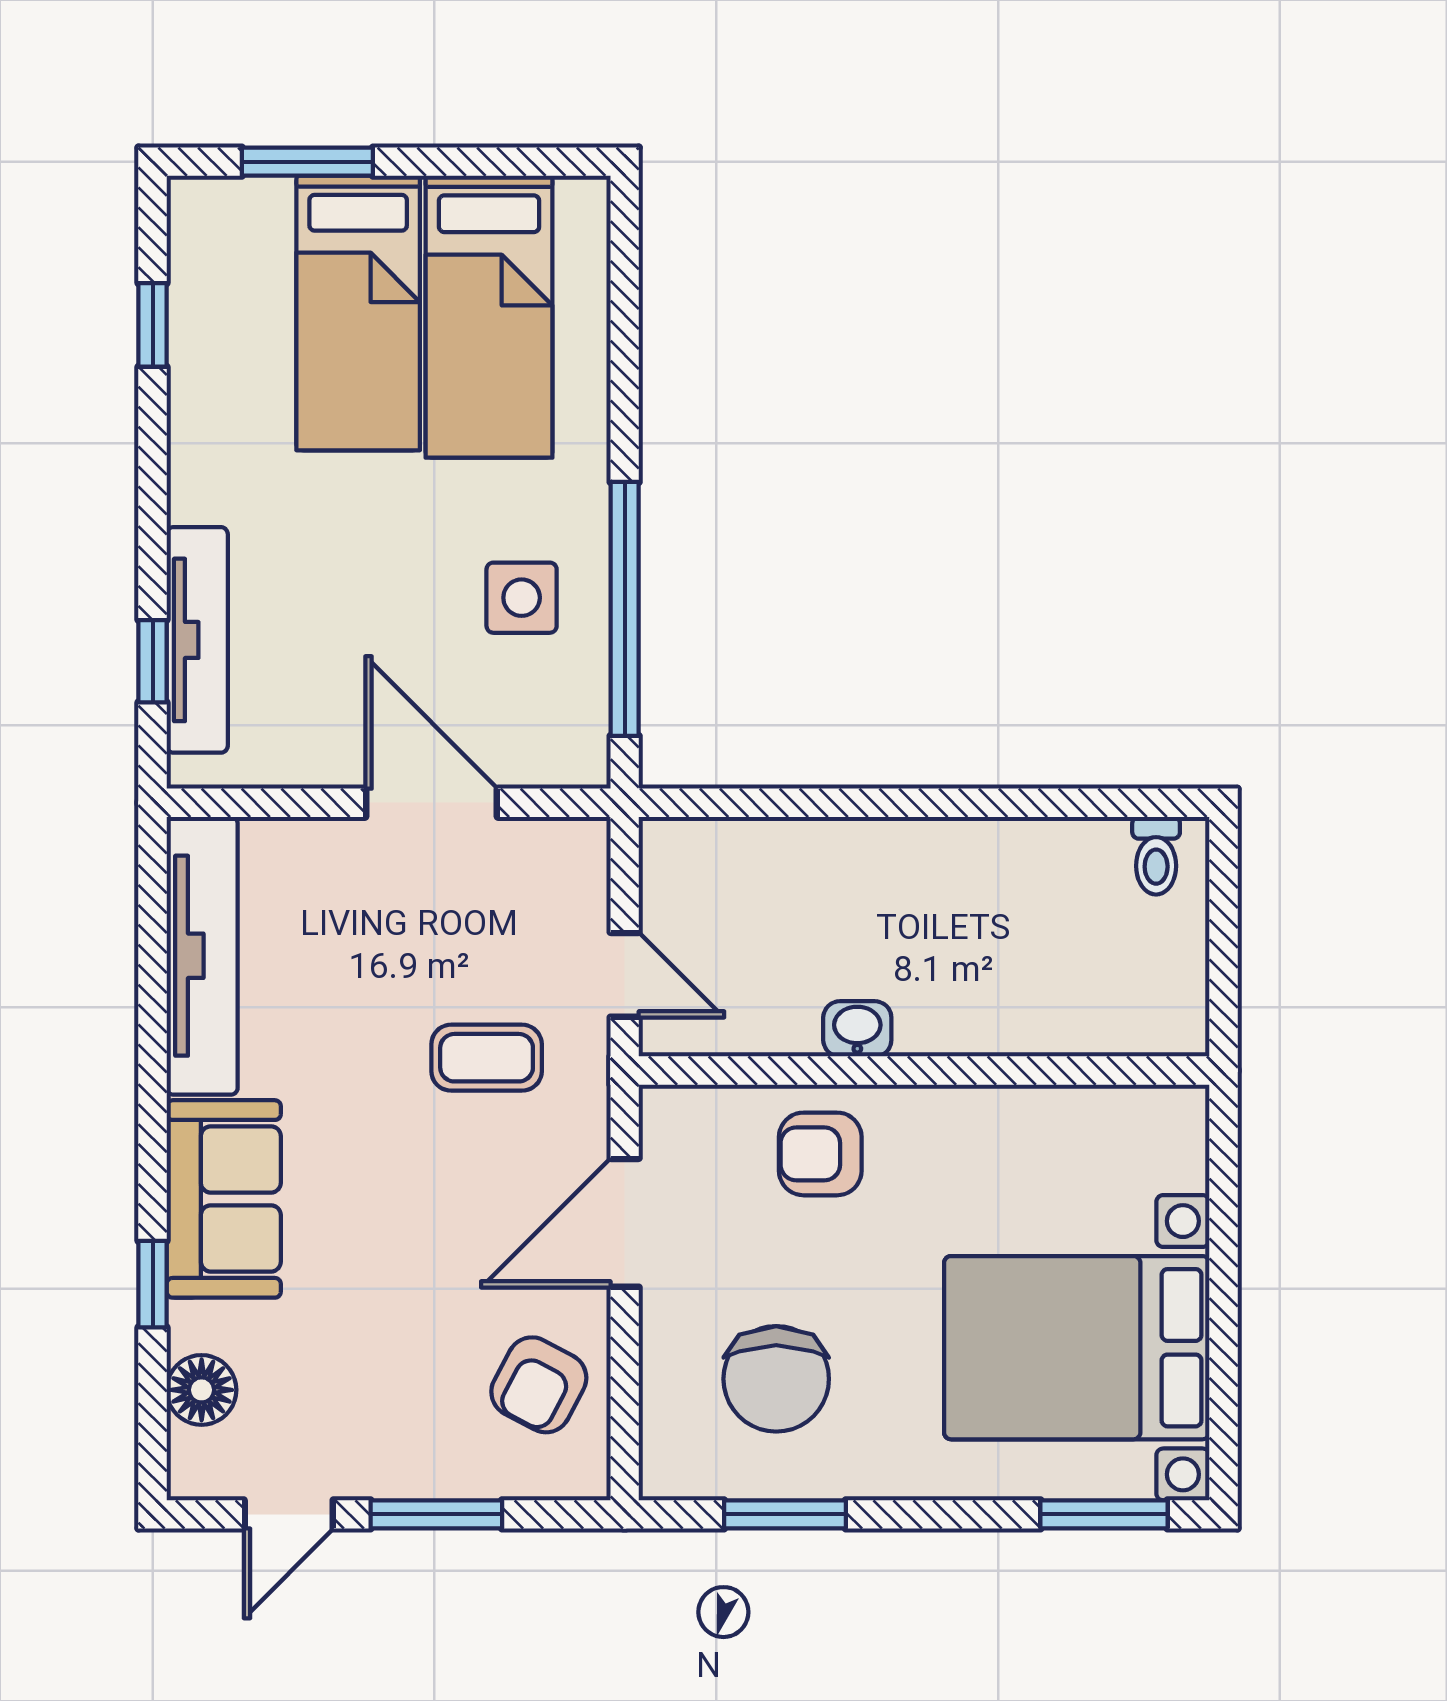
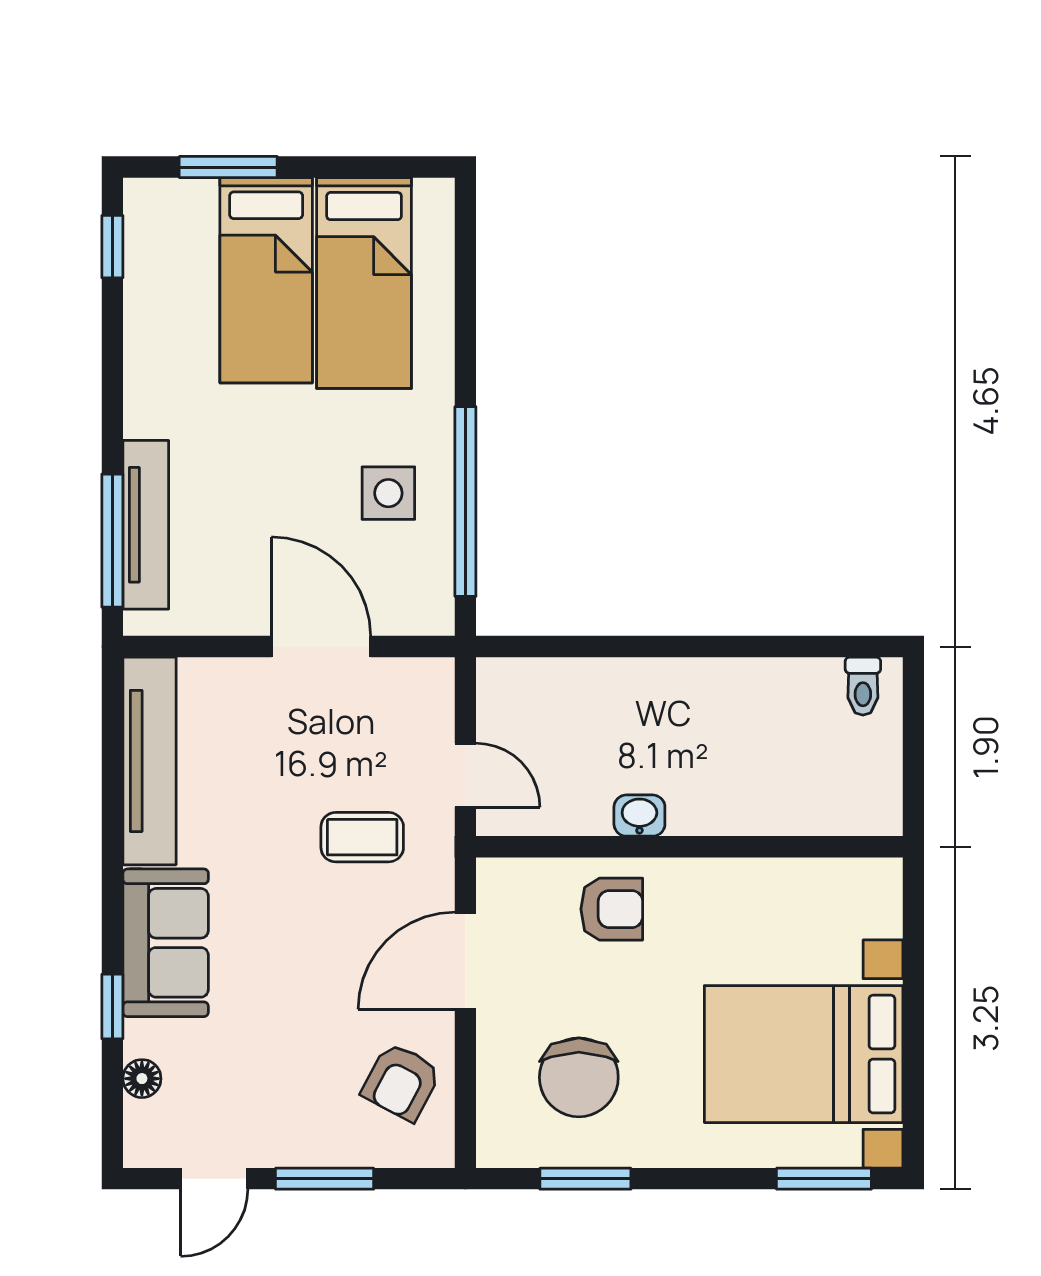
window: (153, 325) -> (112, 247), moved
window: (153, 661) -> (112, 541), width x2.17
armchair: (820, 1154) -> (612, 909), turned 180
floor lamp: (202, 1390) -> (142, 1079), width x0.73, depth x0.73

